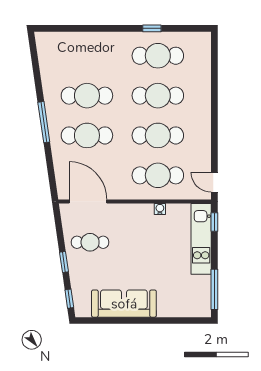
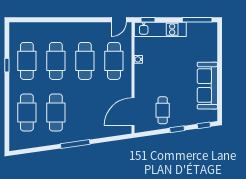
cafe table: (87, 135) -> (27, 112), moved

